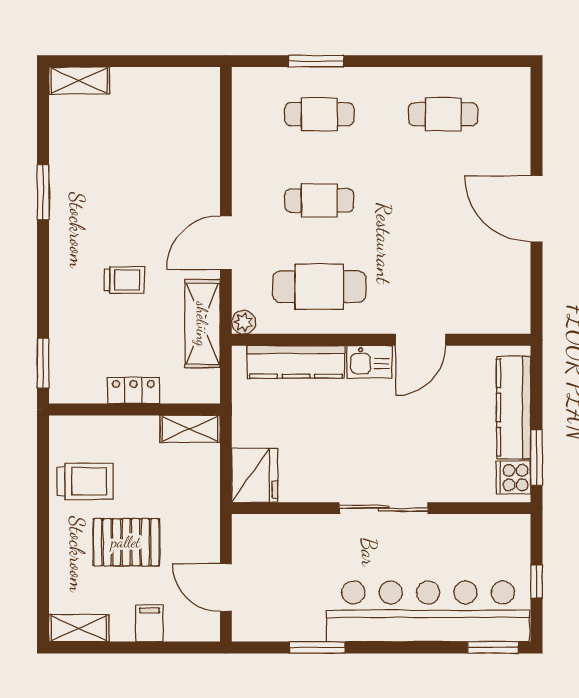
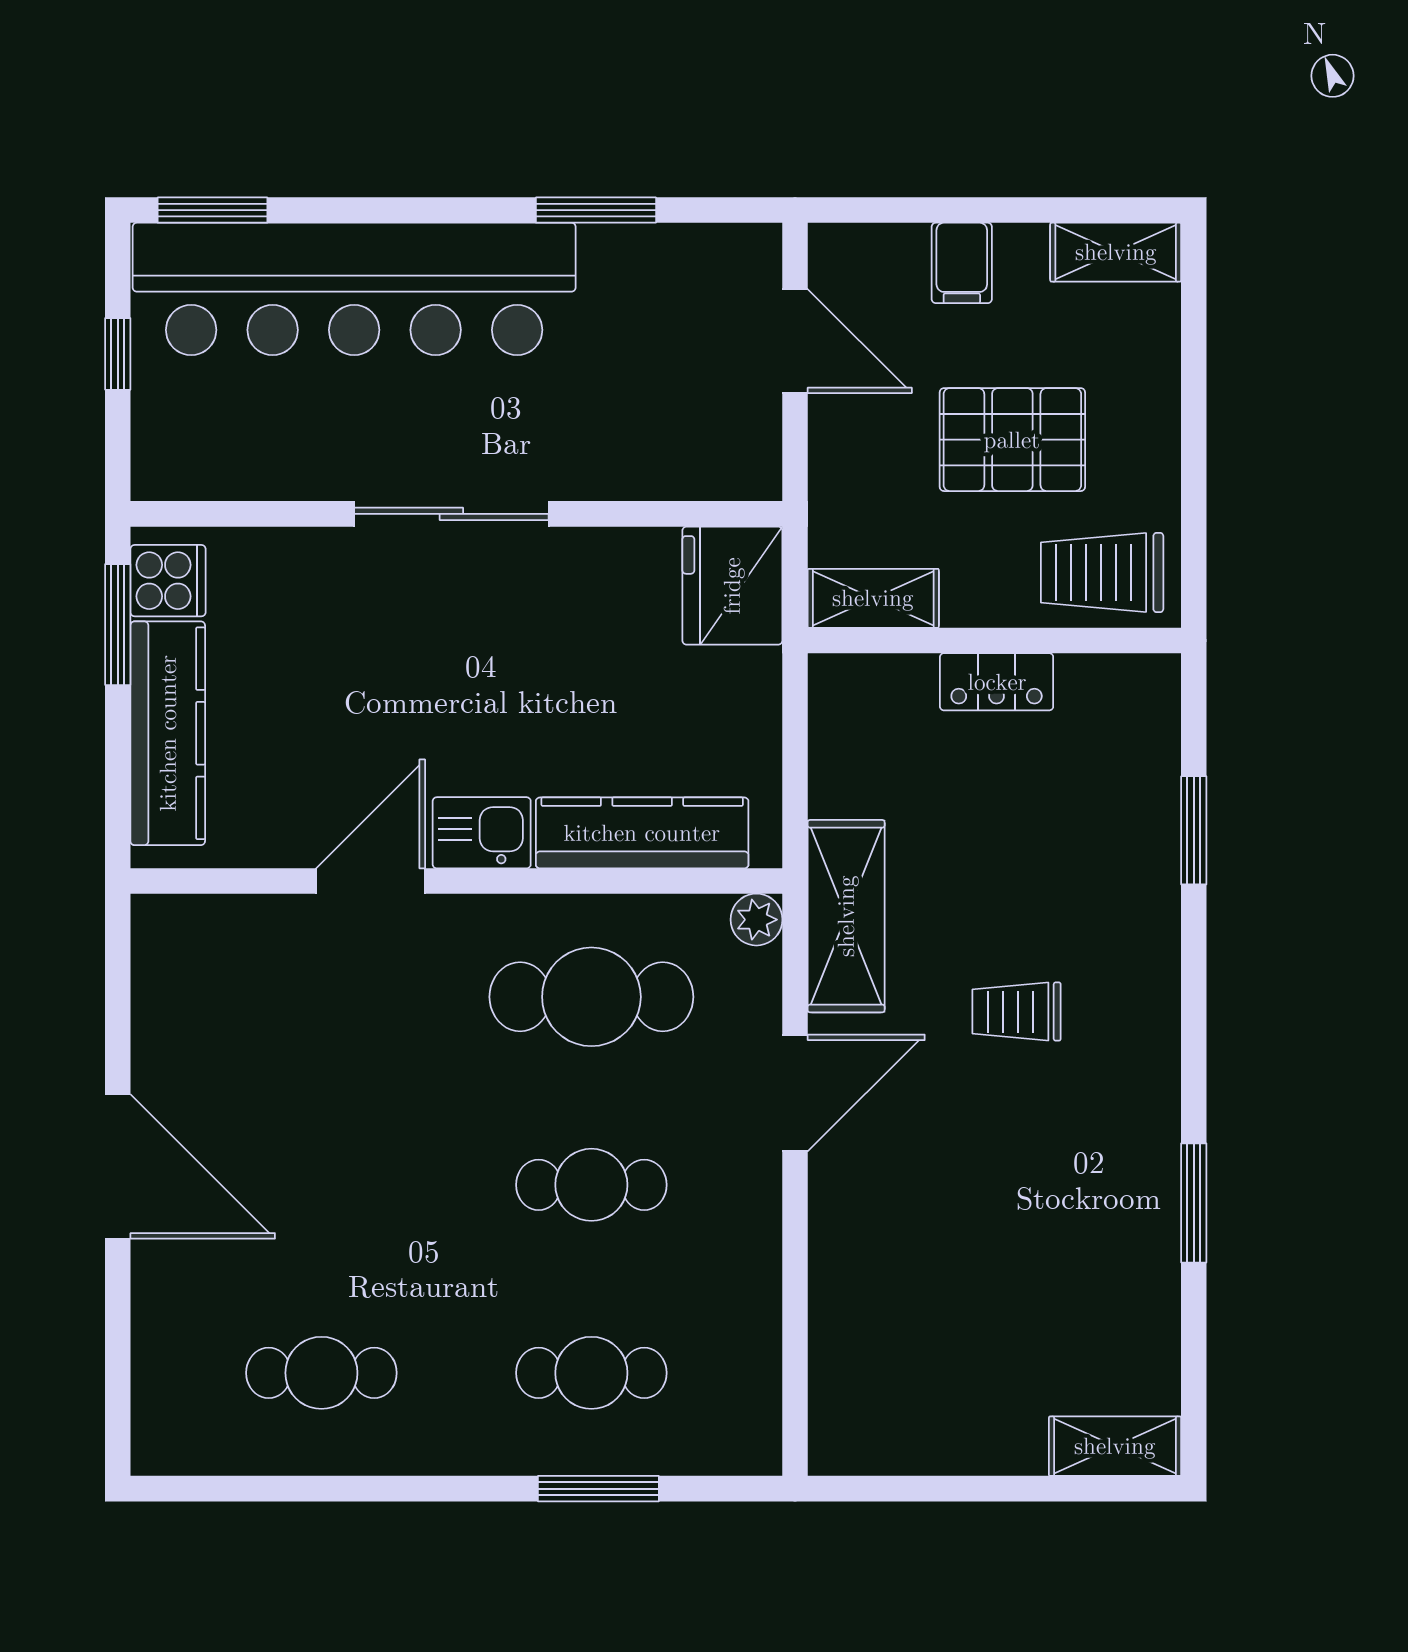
locker: (133, 391) -> (997, 682), moved
wall: (134, 409) -> (994, 640), moved
shelving: (190, 429) -> (873, 598), moved

